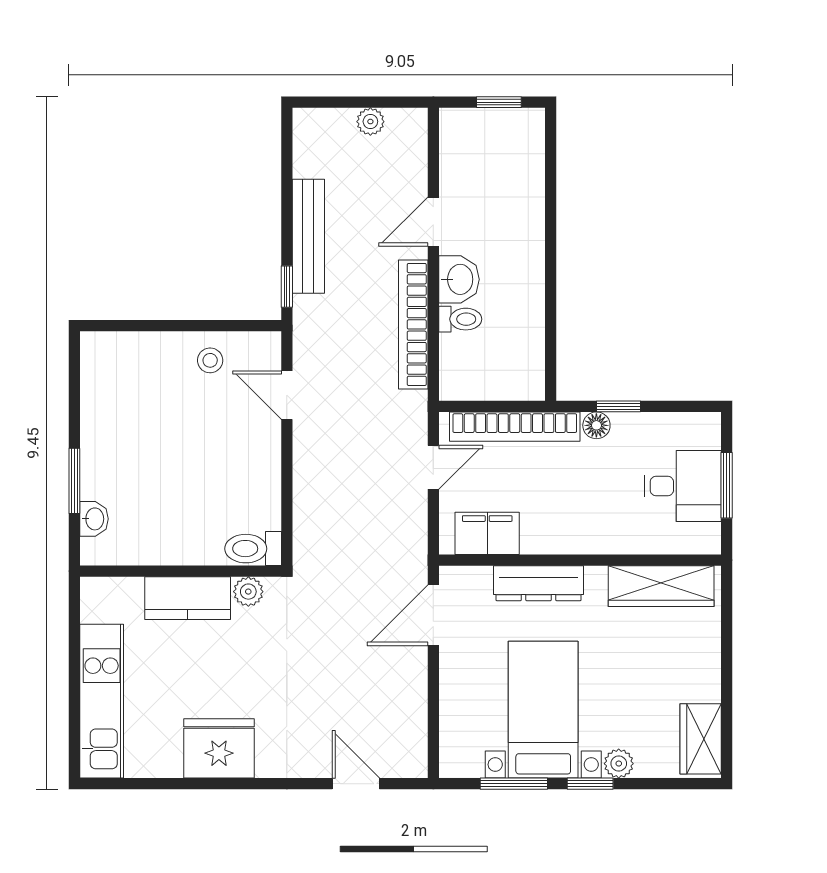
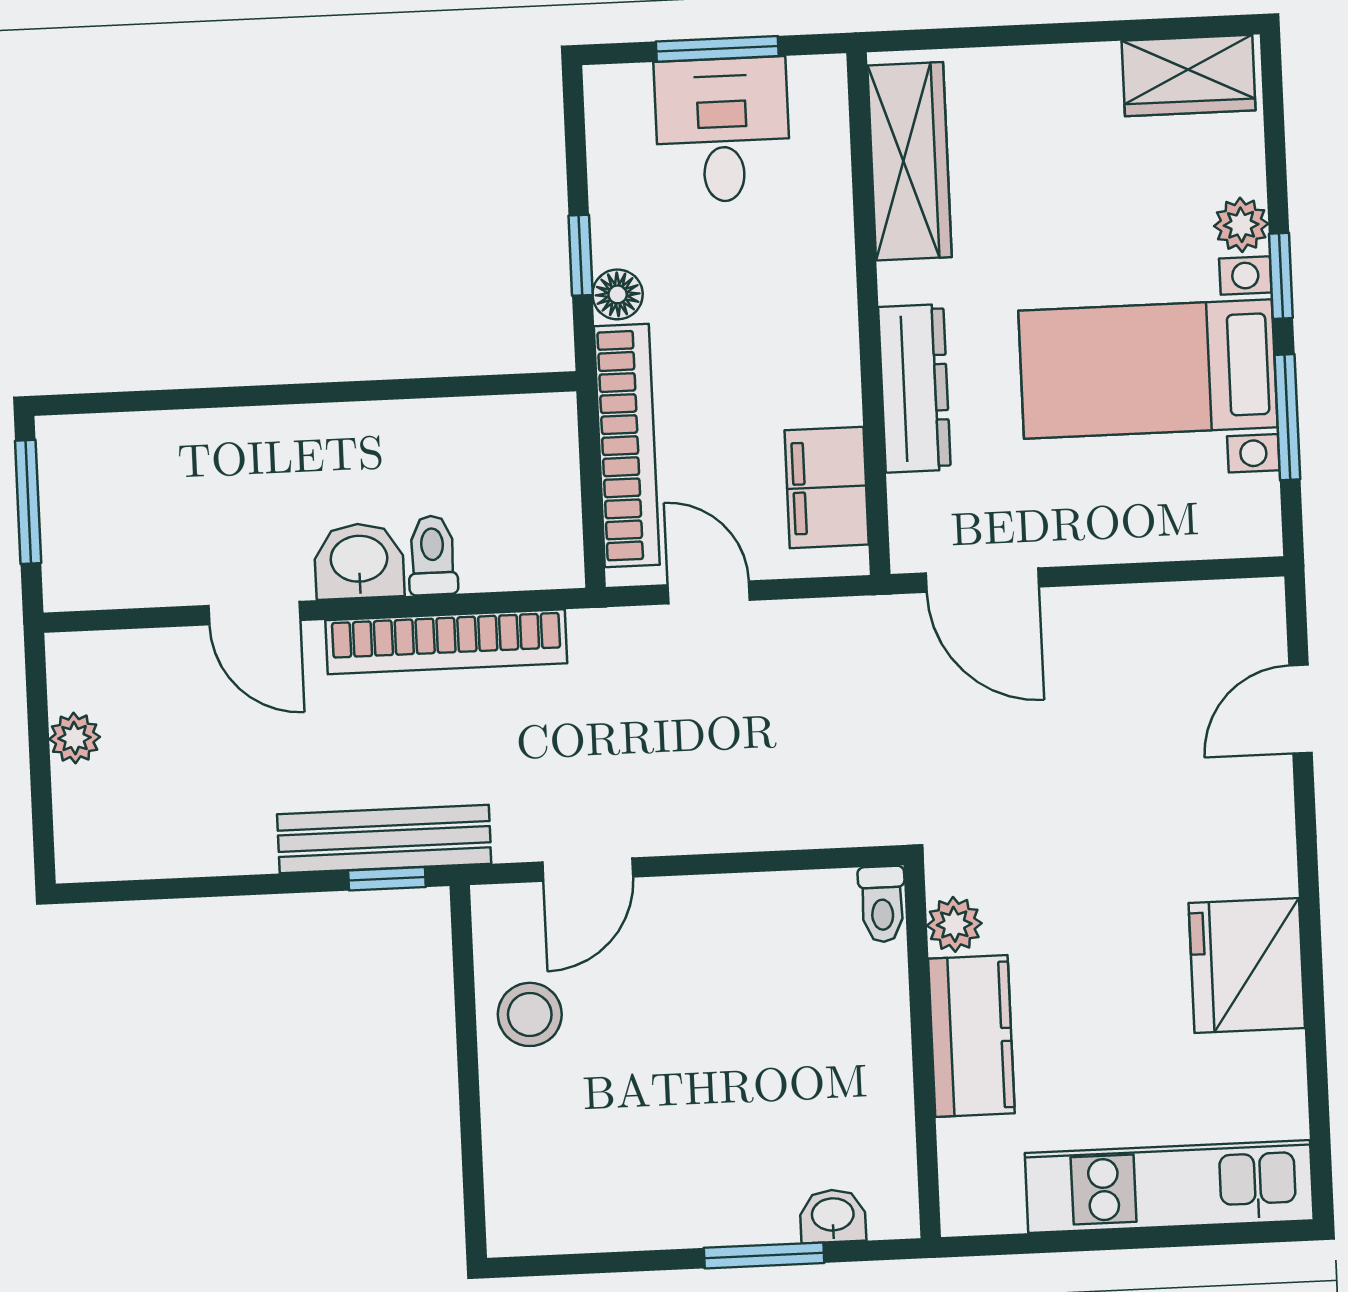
window: (499, 102) -> (28, 502), width x1.50
bench: (308, 236) -> (384, 839), moved
stool: (210, 360) -> (530, 1014), width x1.37, depth x1.37
toilet: (253, 549) -> (882, 904), width x0.73, depth x0.72

